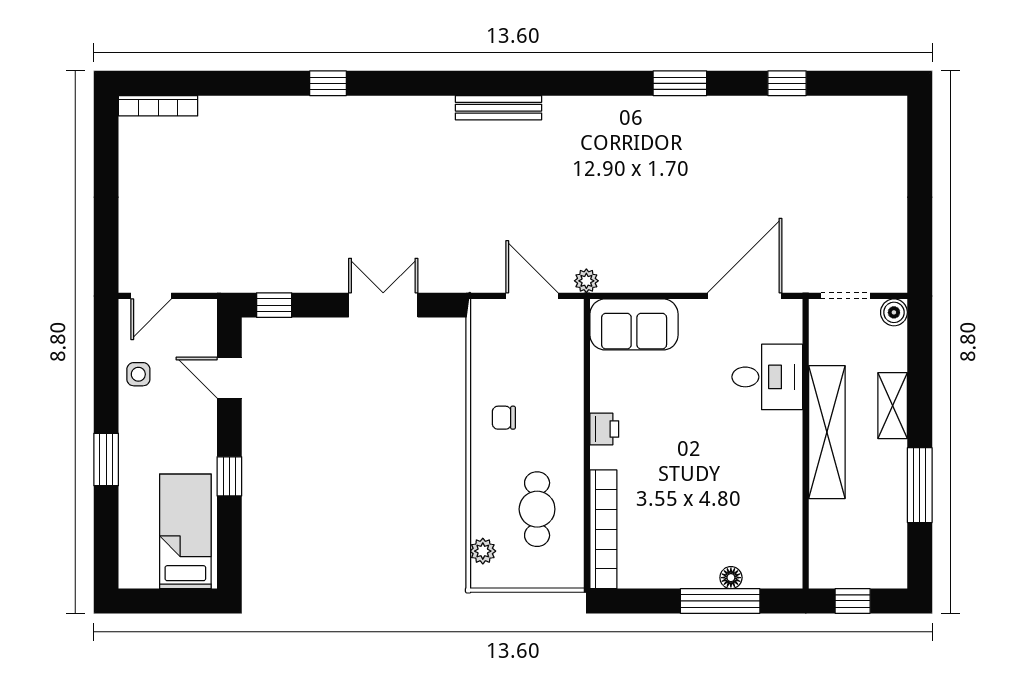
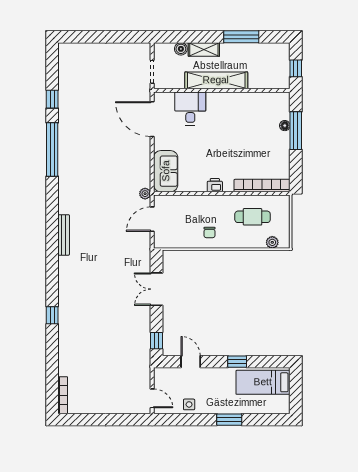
window: (680, 83) -> (52, 150), width x2.11
boiler: (894, 312) -> (181, 49), moved
door: (229, 378) -> (191, 362), swing flipped

